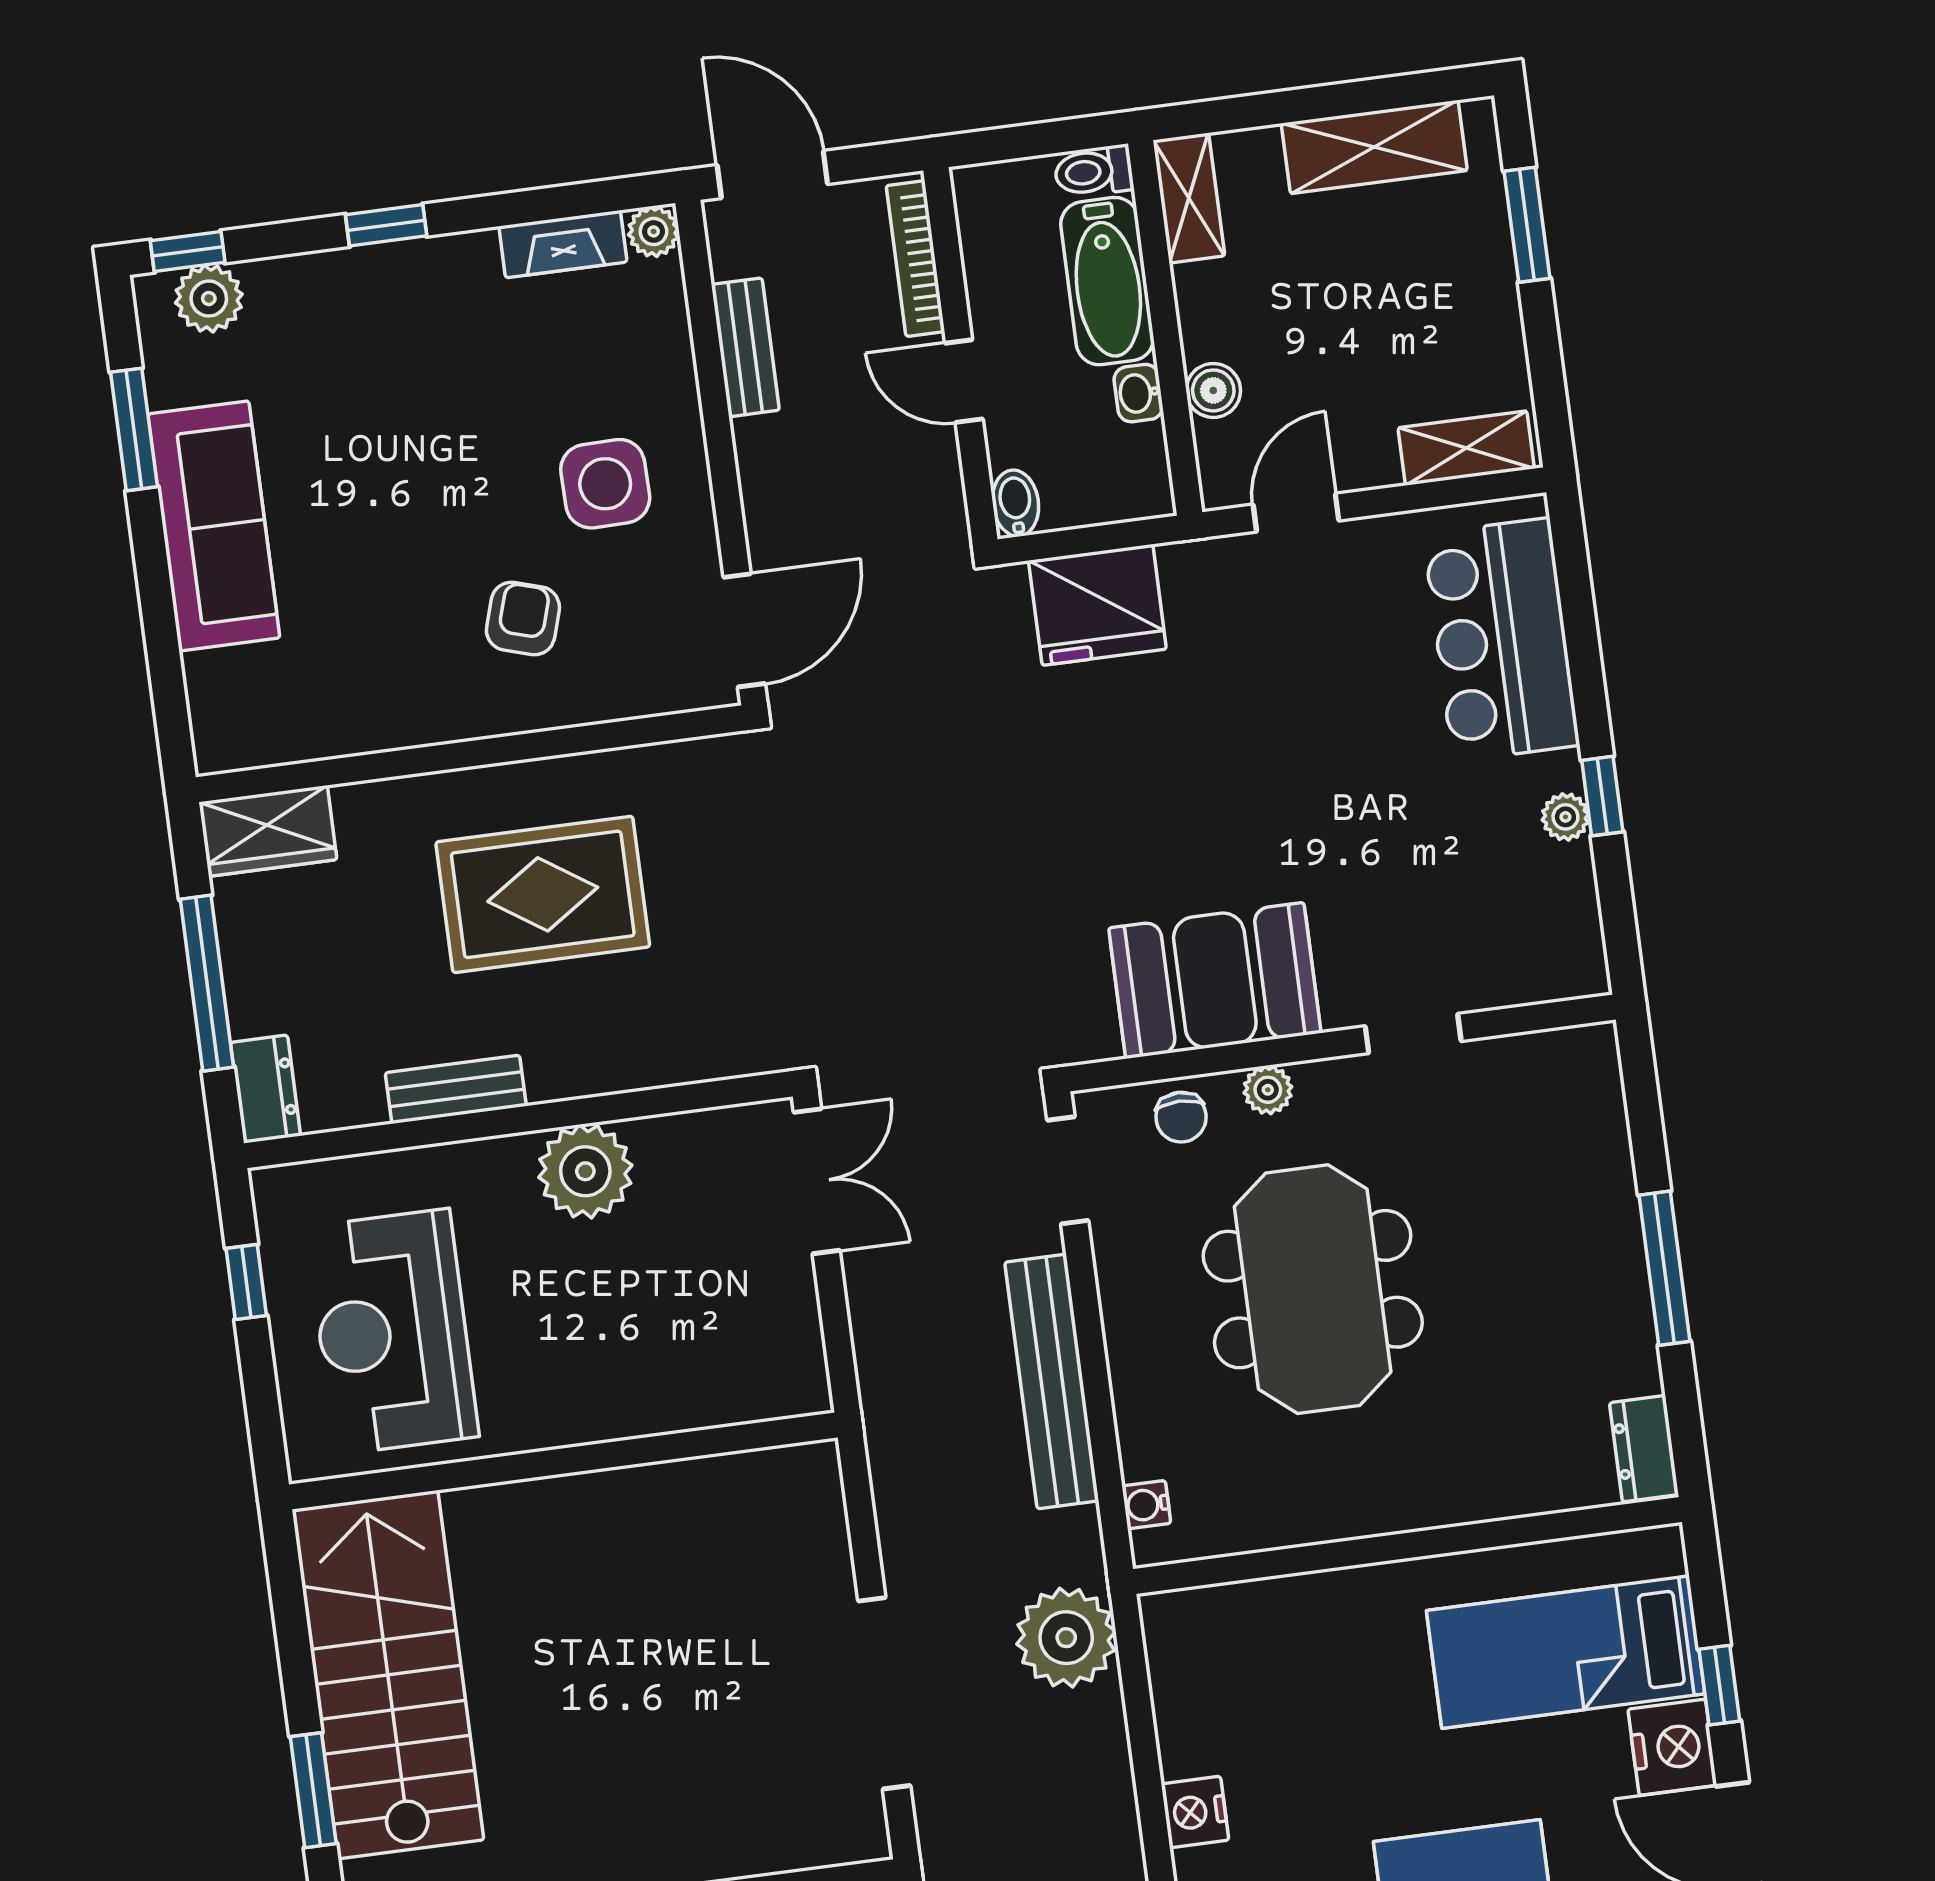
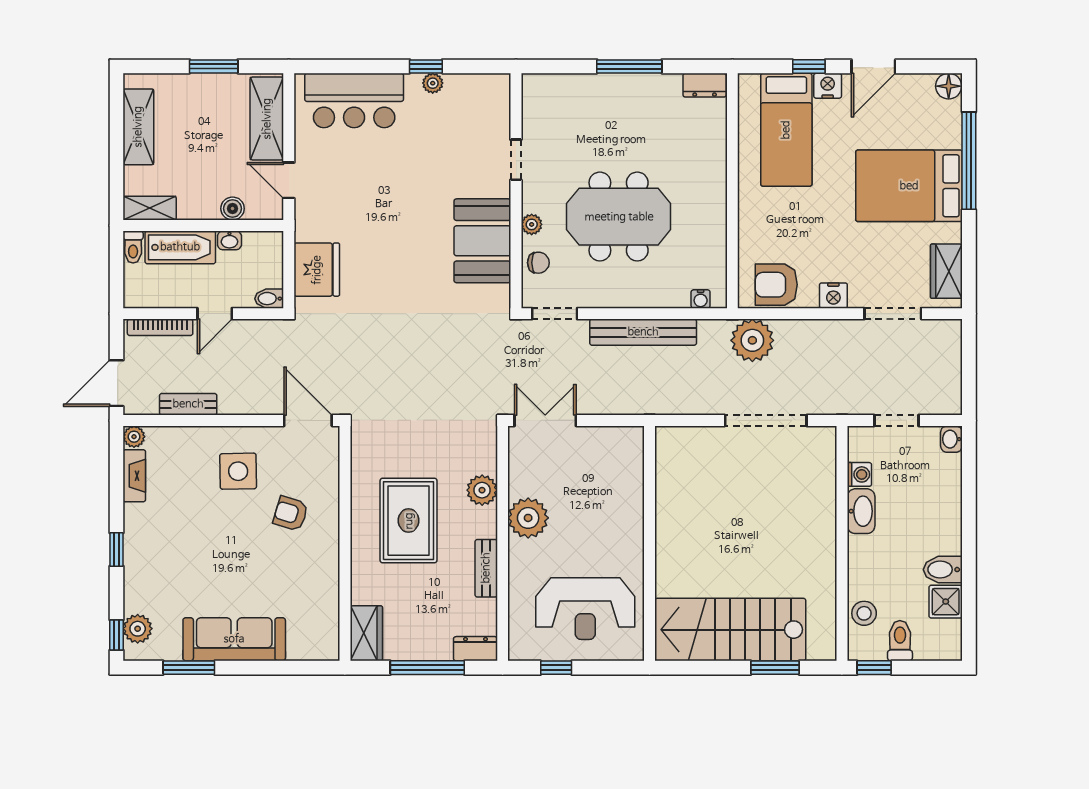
window: (1527, 225) -> (214, 66), moved
shelving: (1466, 448) -> (267, 119), width x1.50, depth x1.33
plant: (636, 1056) -> (482, 490), added
armchair: (1203, 1676) -> (776, 285), added
nightstand: (1672, 1747) -> (828, 86), width x0.74, depth x0.75

